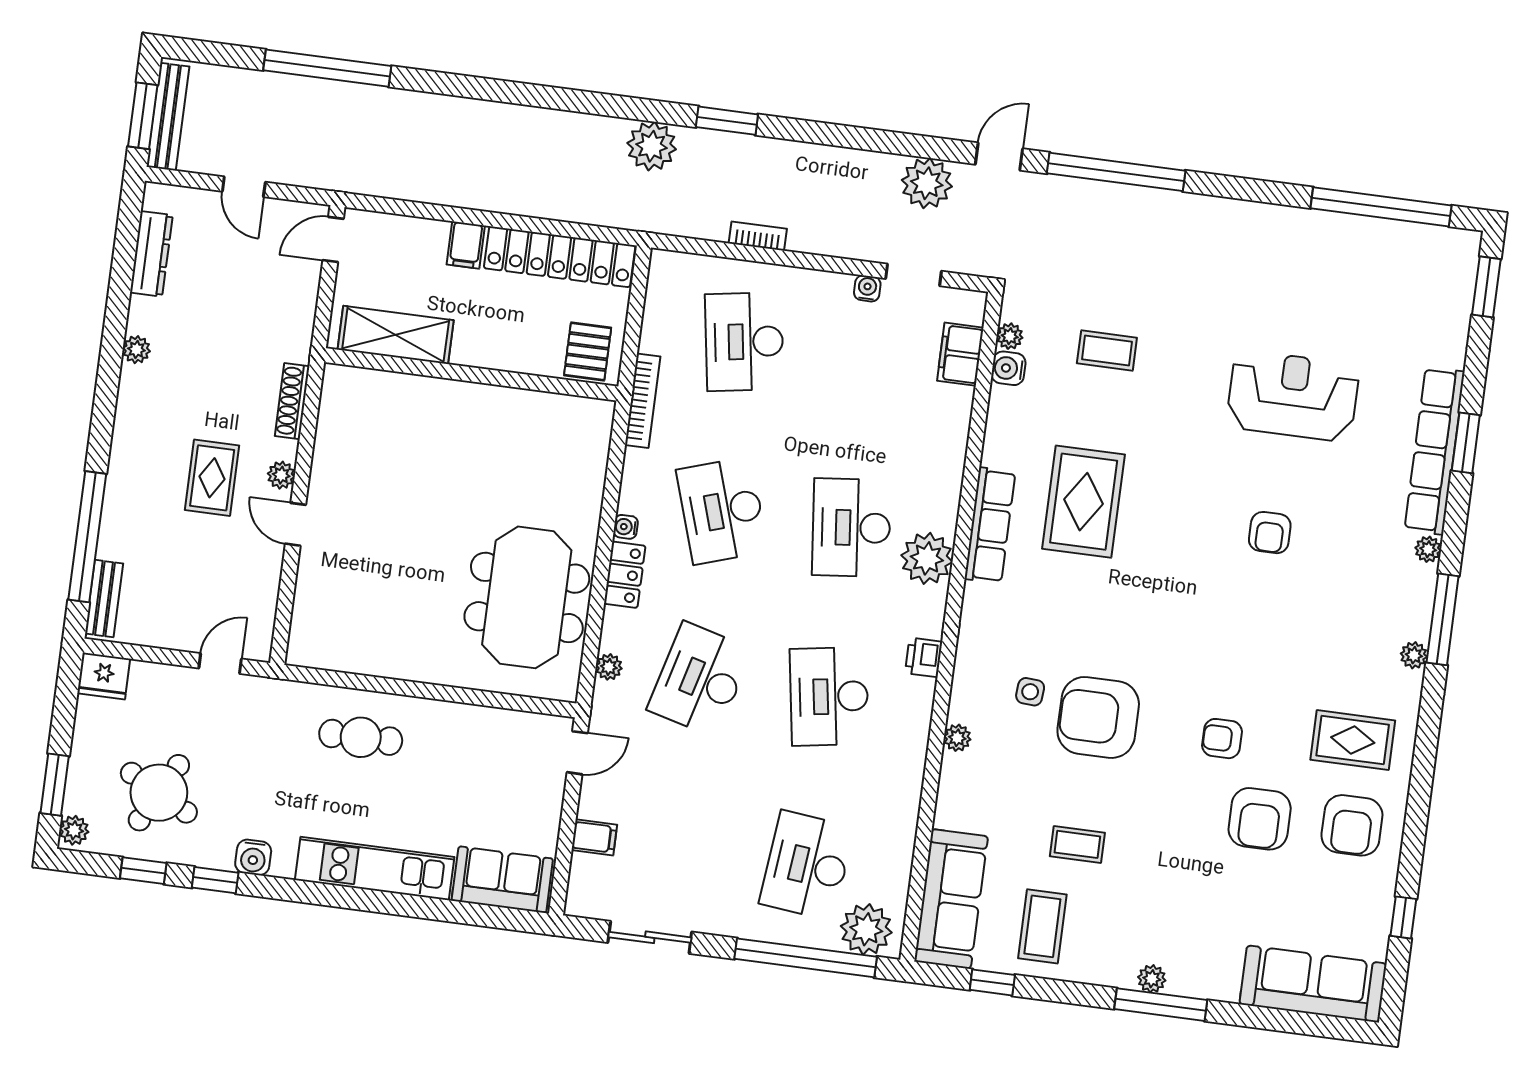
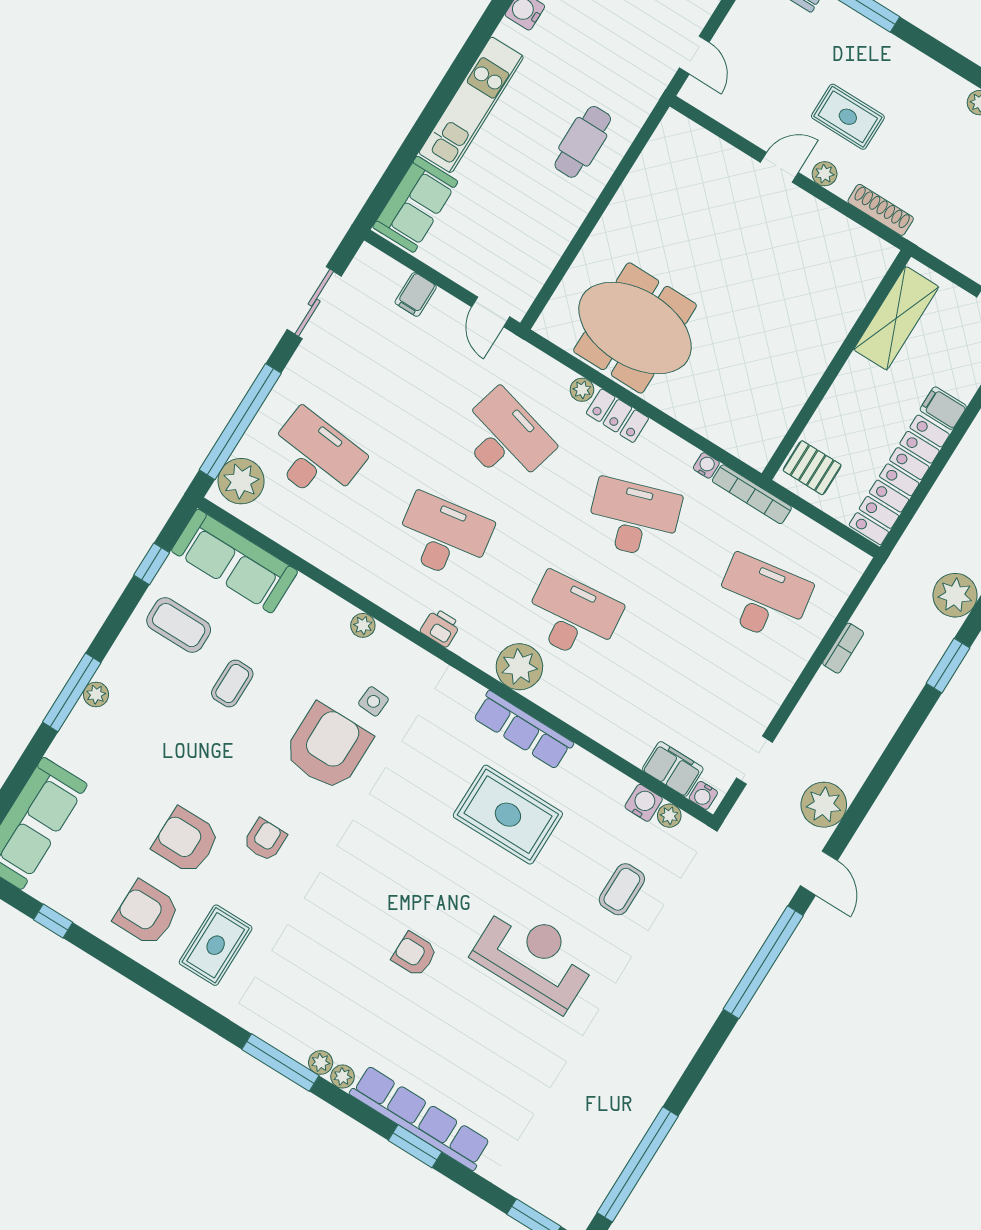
water cooler: (867, 288) -> (703, 795), moved, turned 90
reception desk: (1293, 396) -> (534, 957), moved, turned -90
water cooler: (626, 527) -> (706, 465), moved
plant: (1414, 655) -> (321, 1063), moved
plant: (609, 667) -> (582, 390), moved

